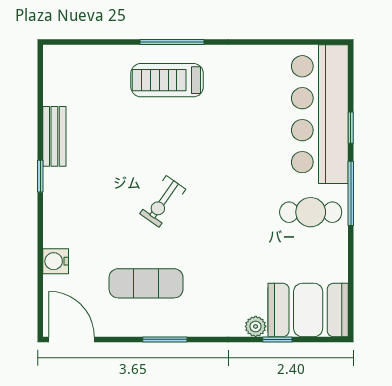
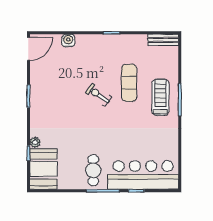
bench: (54, 136) -> (163, 40), moved
exercise mat: (146, 283) -> (129, 83), moved

